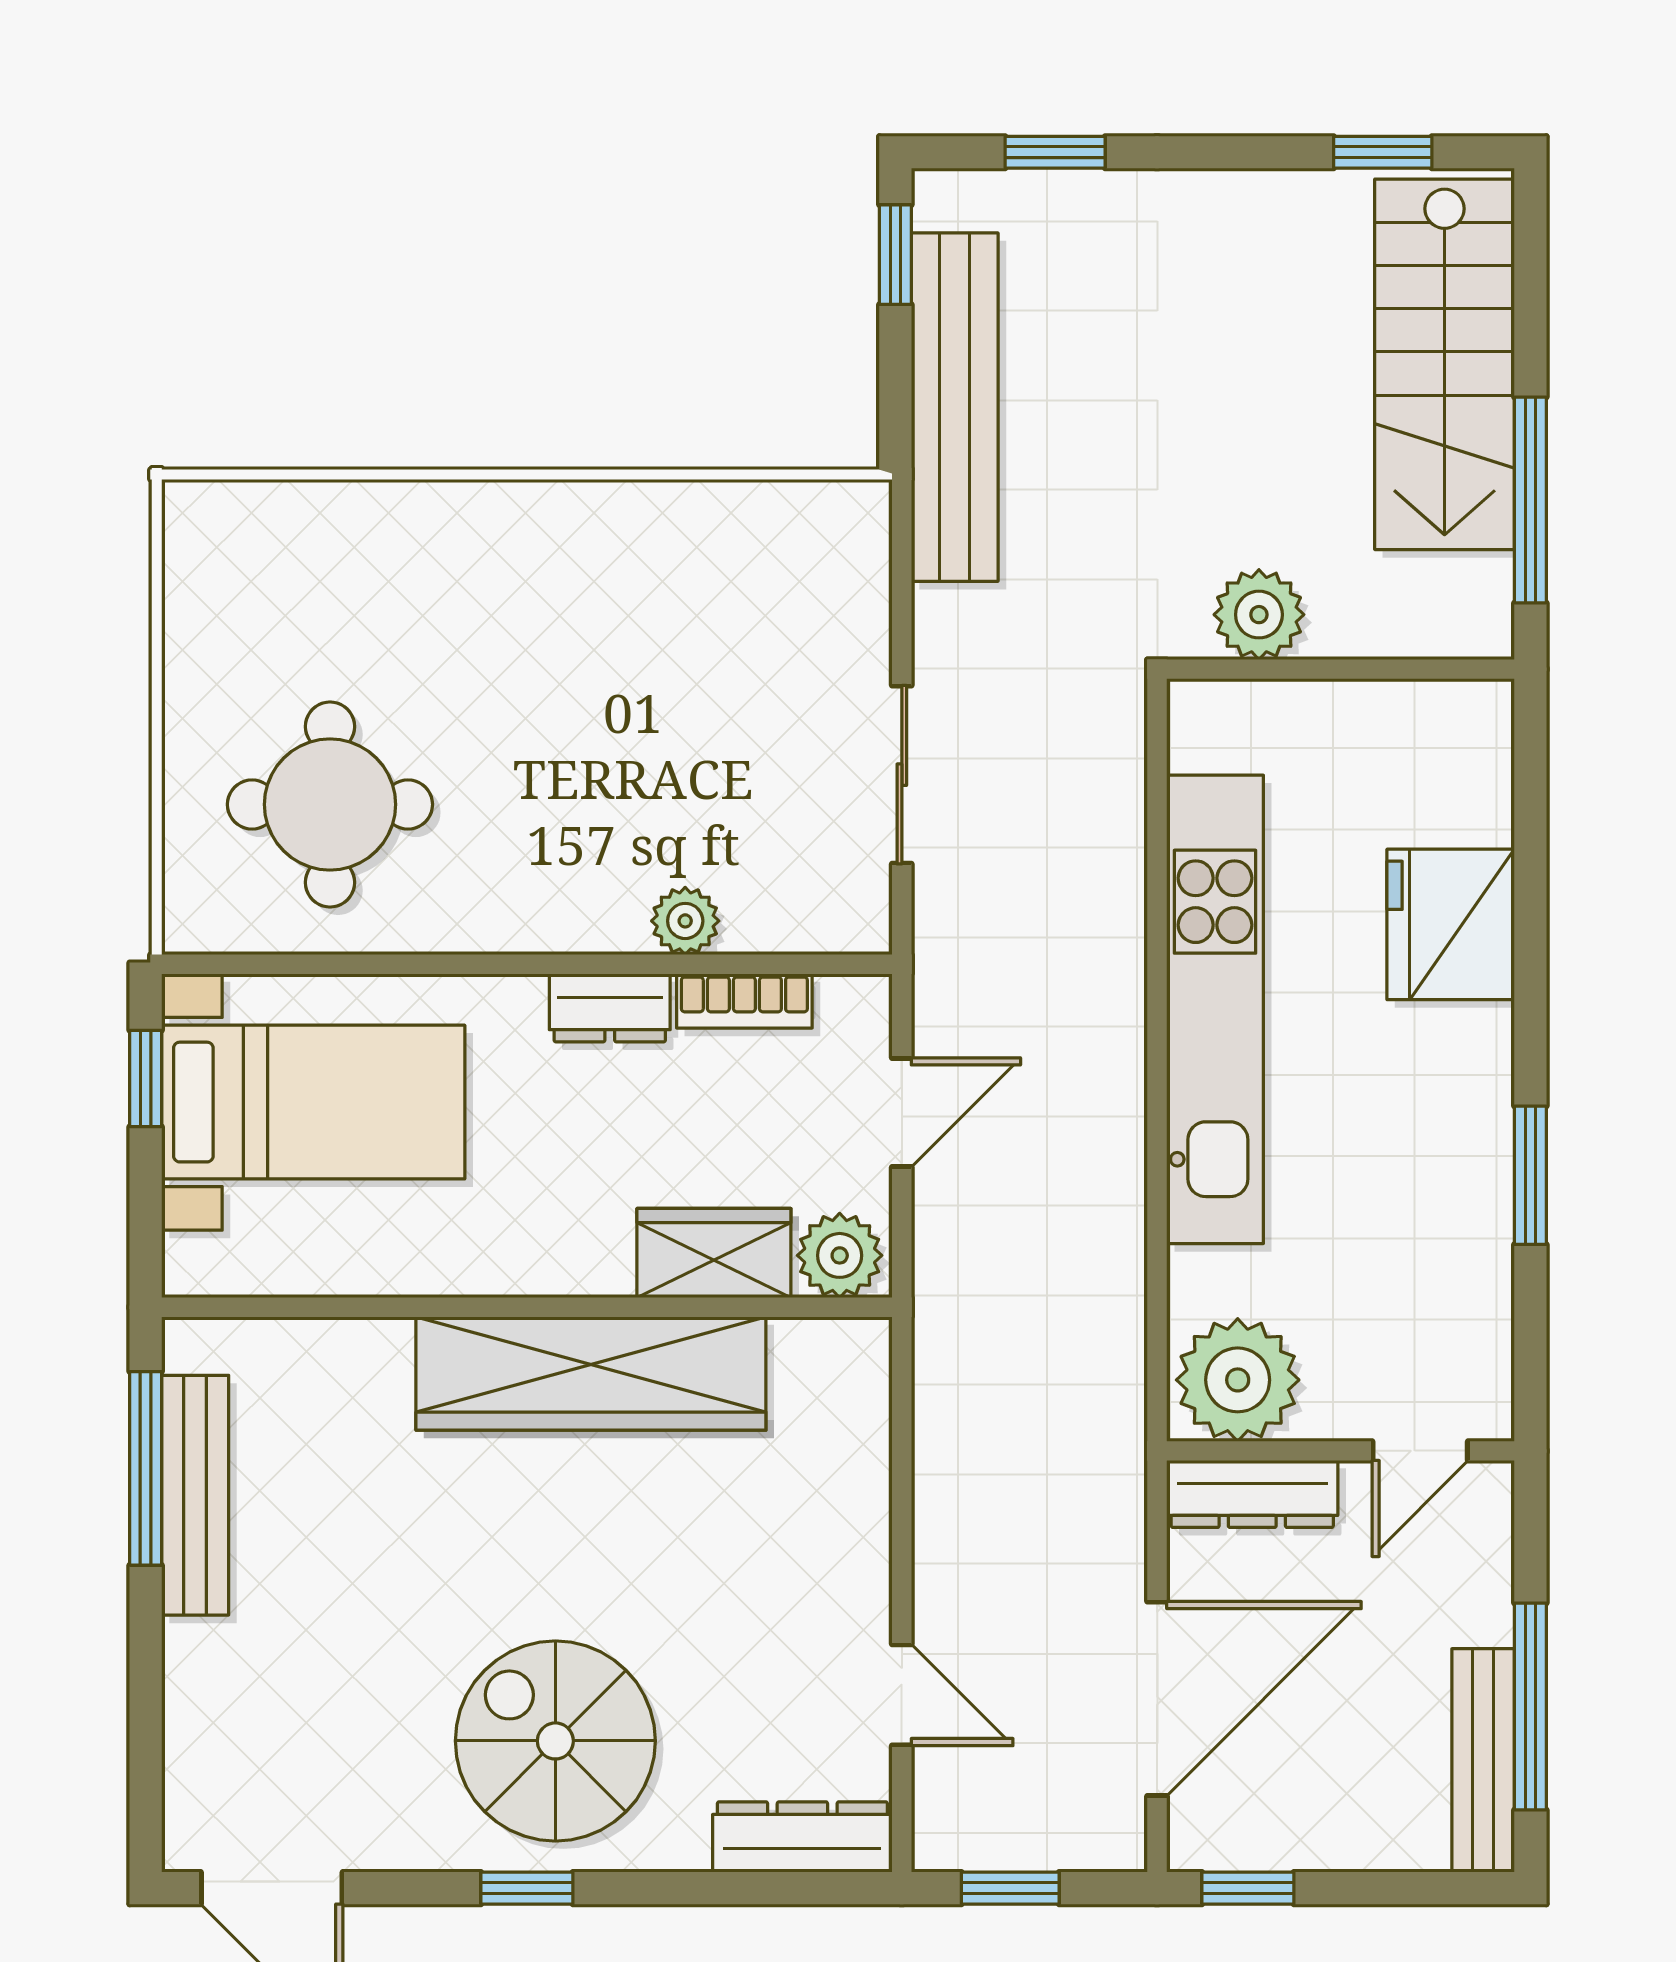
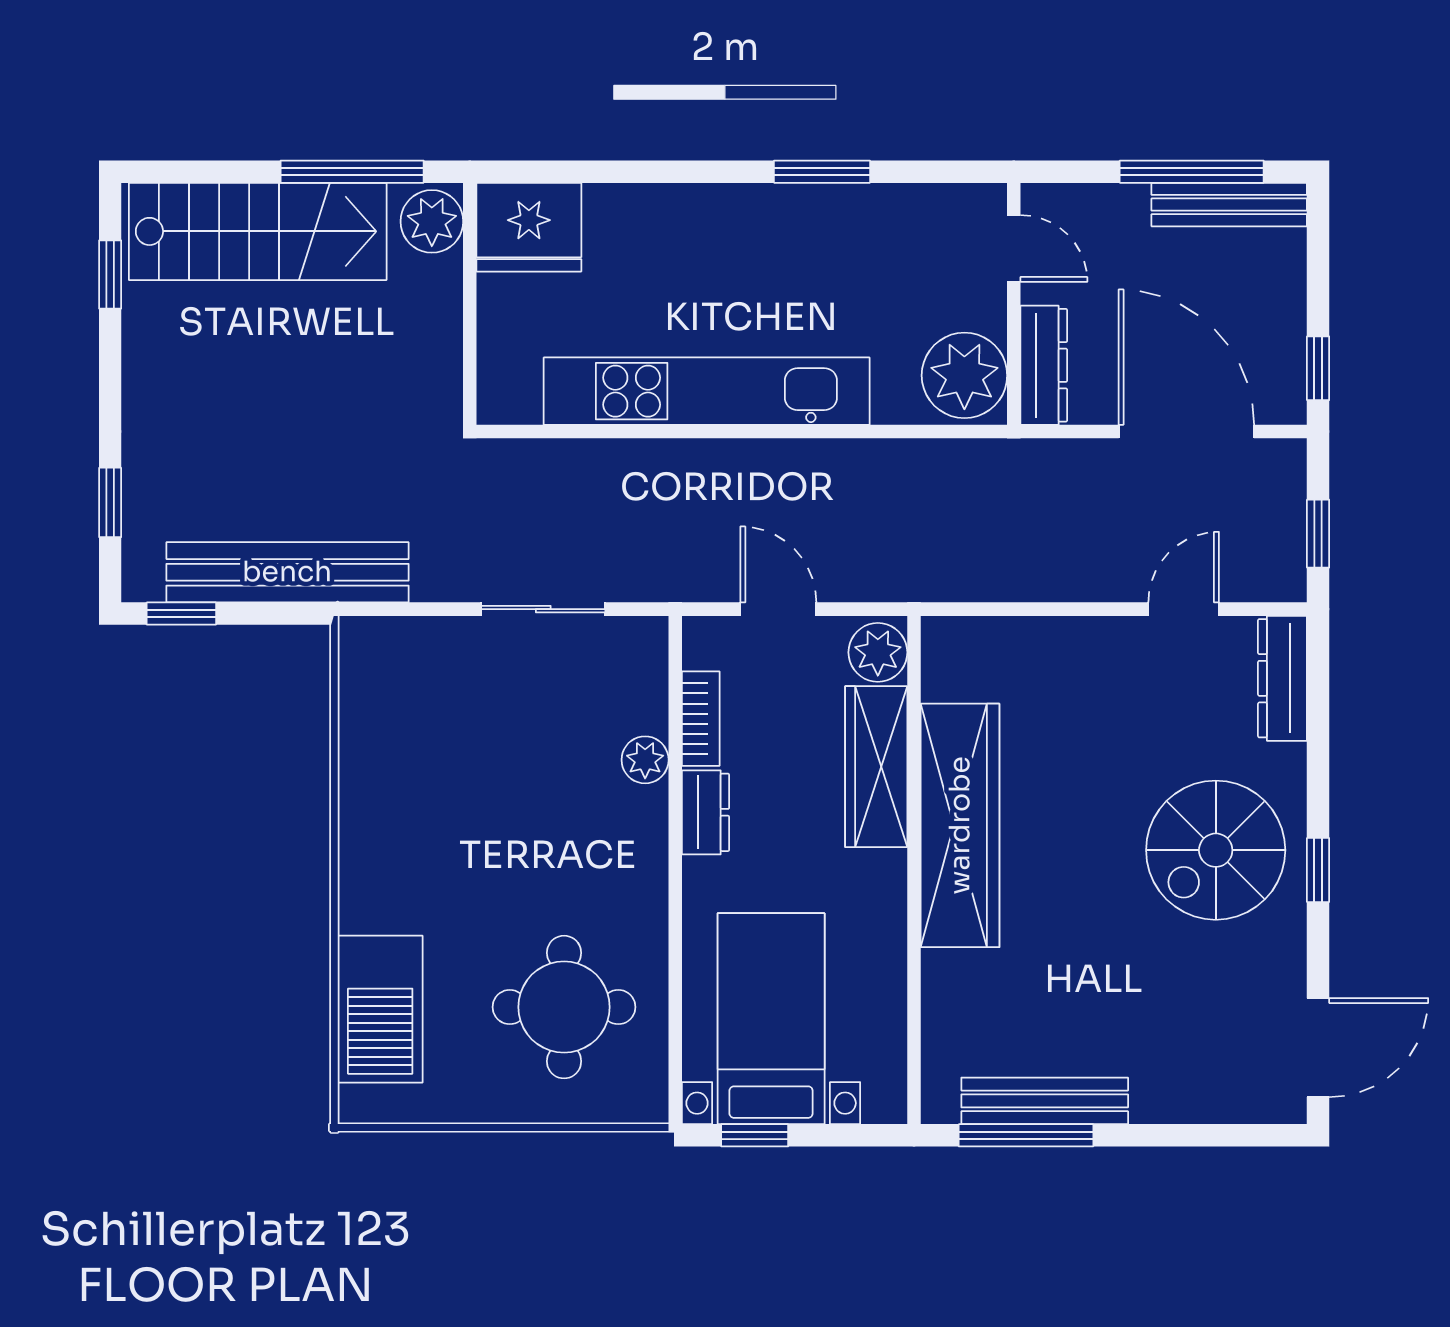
barbecue: (327, 540) -> (380, 1009), added
plant: (1259, 615) -> (432, 221), moved
fridge: (1451, 924) -> (529, 227), moved
wardrobe: (714, 1253) -> (876, 767), width x1.50

